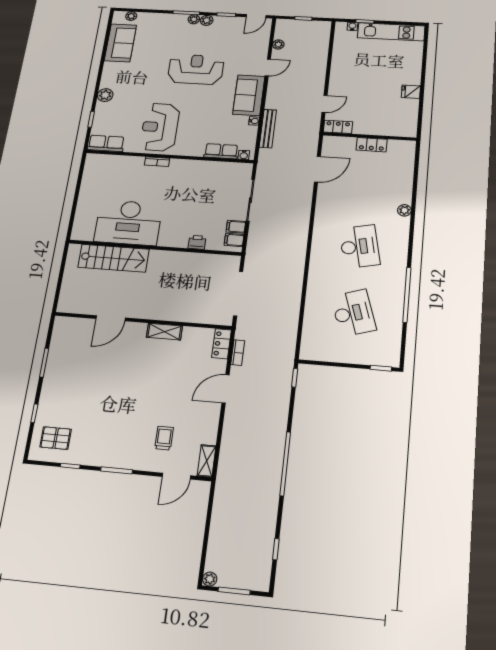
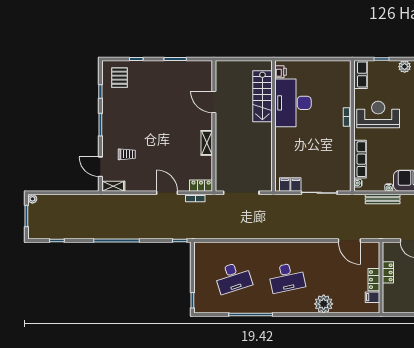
locker: (338, 127) -> (388, 272), moved
filing cabinet: (395, 148) -> (373, 297), added
row of seats: (221, 151) -> (360, 159), width x1.48
plant: (404, 210) -> (324, 304), width x1.88, depth x1.88
printer: (197, 242) -> (281, 72), moved

